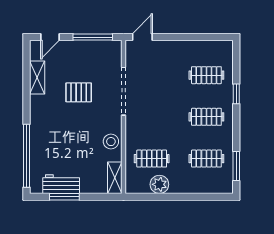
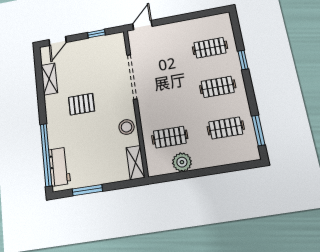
window: (93, 37) -> (96, 34), width x0.46
pallet: (79, 92) -> (82, 104), moved
workbench: (61, 184) -> (59, 167), moved, turned 90

